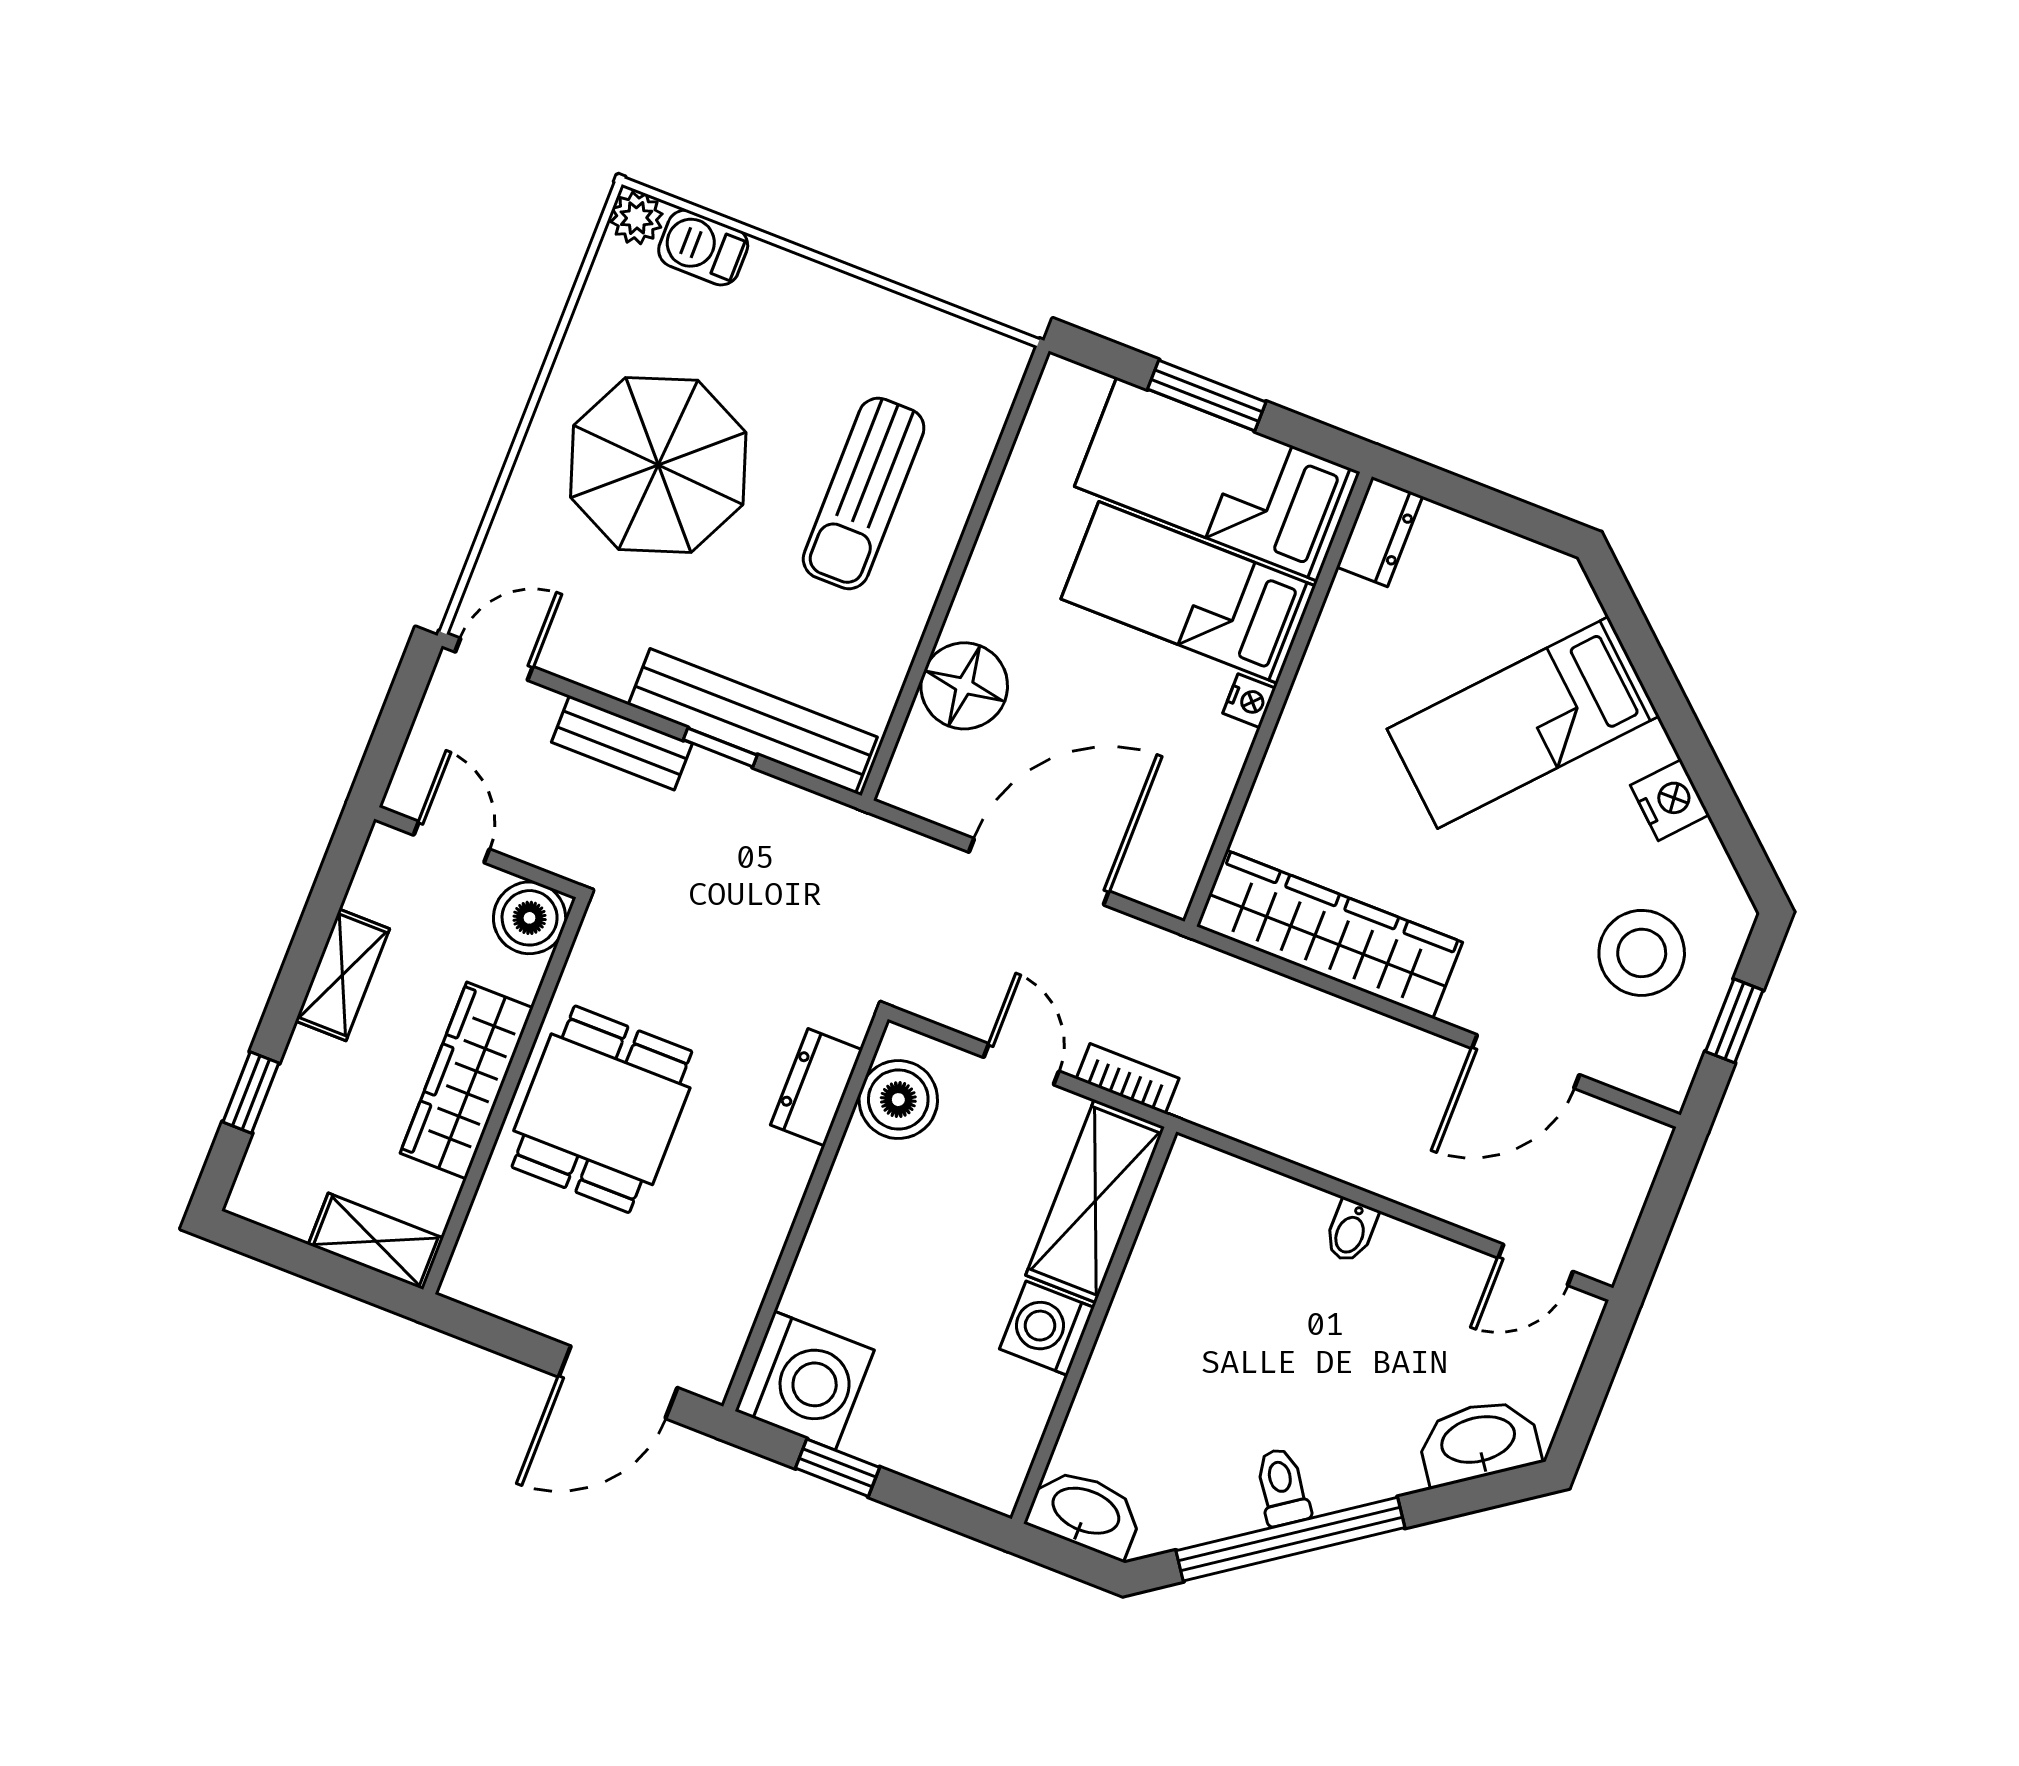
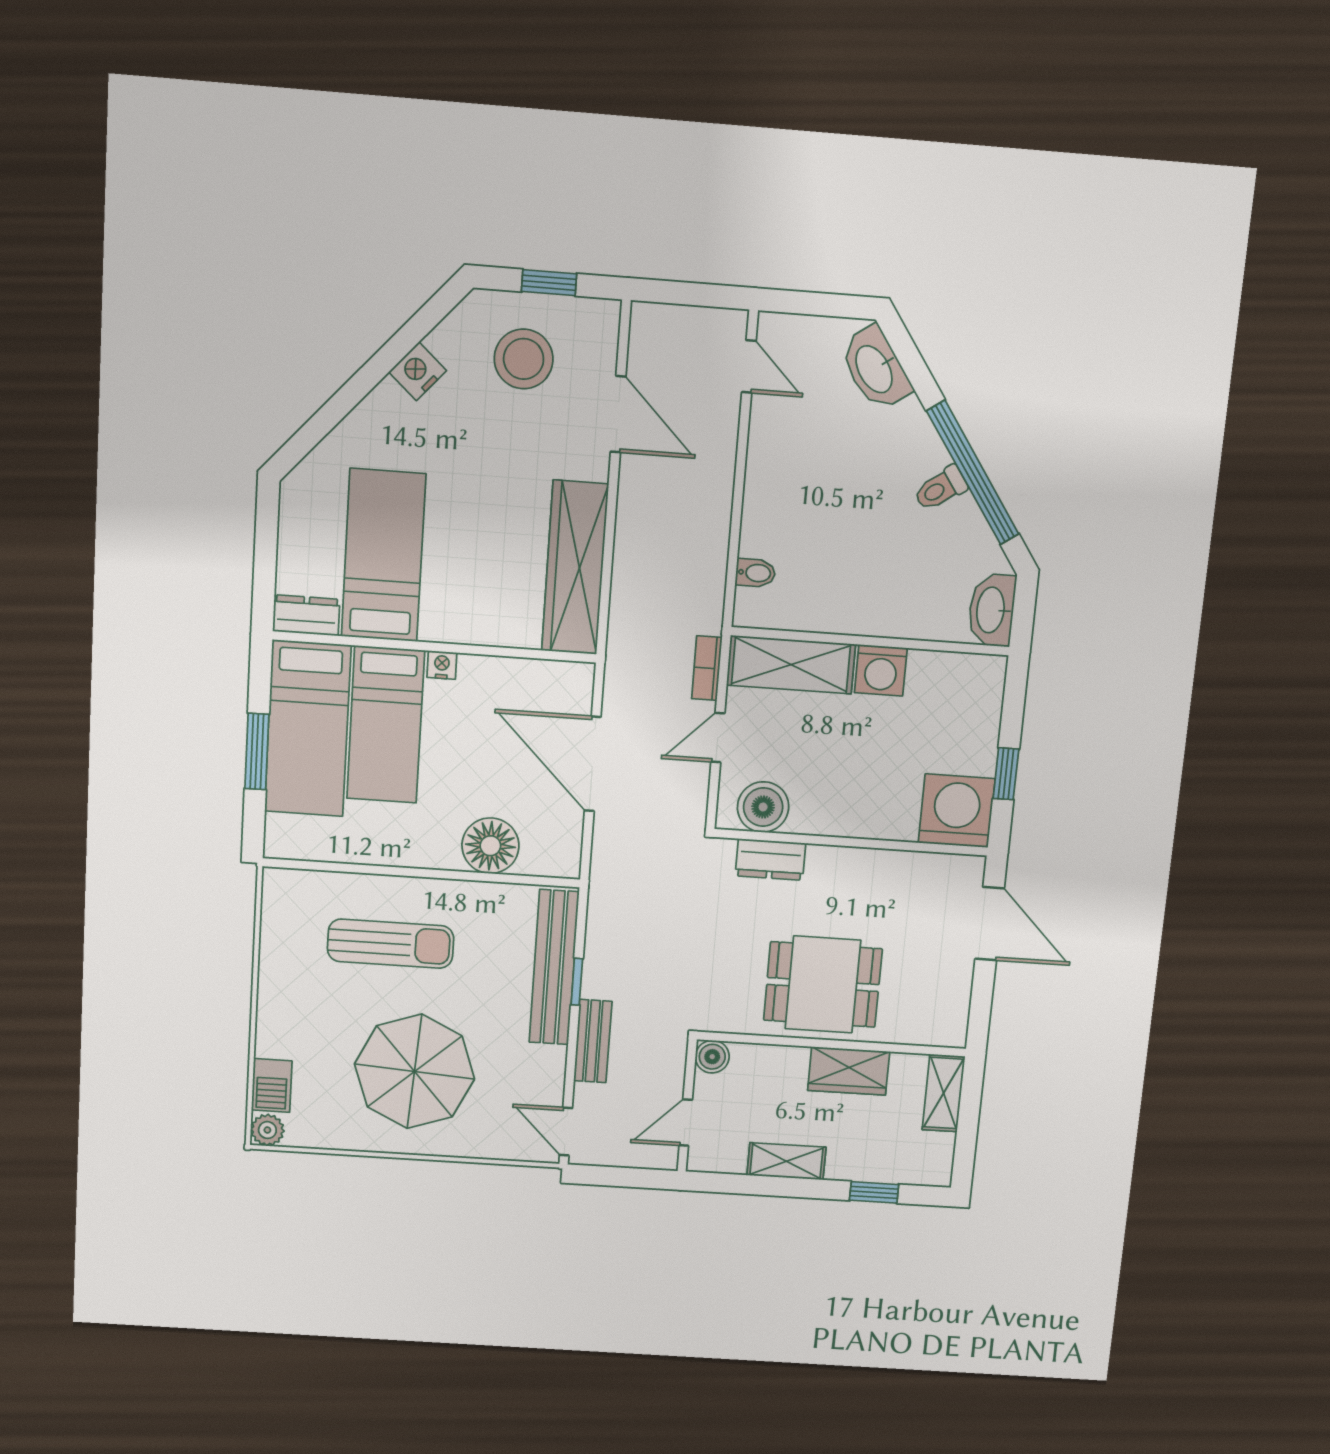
bed: (1523, 723) -> (384, 555), moved, turned -132
boiler: (530, 918) -> (712, 1057), width x0.73, depth x0.73
wardrobe: (467, 1080) -> (849, 1071), width x0.67
bidet: (1351, 1231) -> (755, 573), moved

